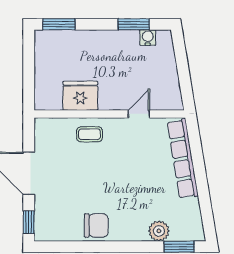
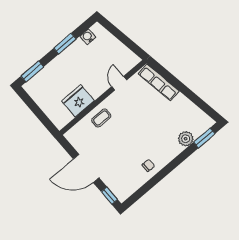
window: (134, 24) -> (65, 44), moved
row of seats: (183, 159) -> (159, 82), width x0.73
chair: (96, 225) -> (148, 165), width x0.54, depth x0.54

